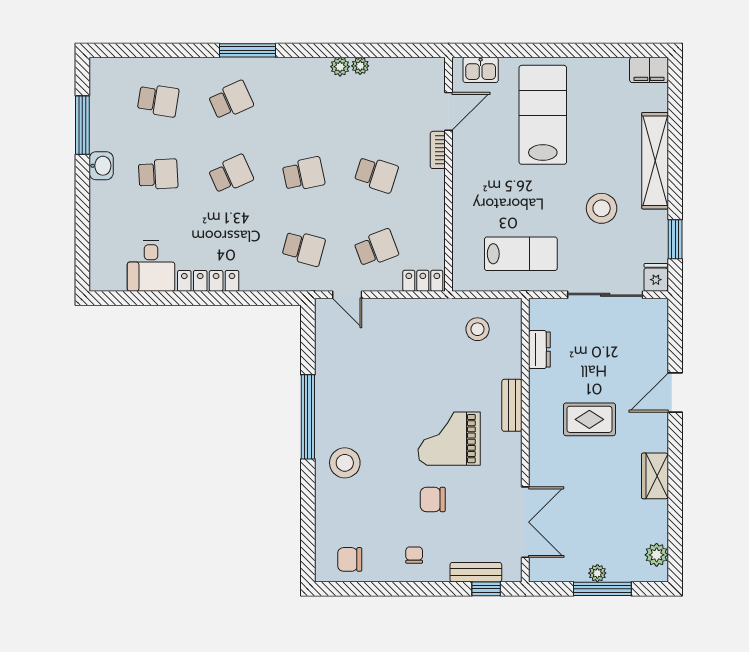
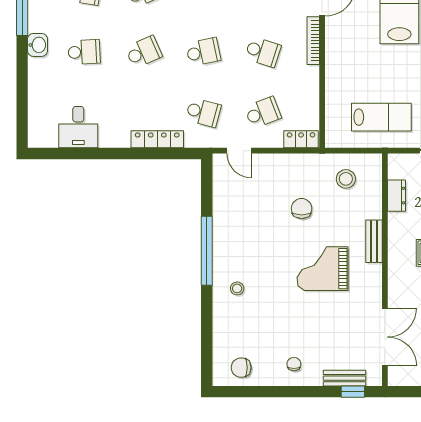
bookcase: (438, 150) -> (313, 41), width x1.56
locker: (208, 281) -> (157, 139), moved
stool: (345, 463) -> (237, 288), width x0.53, depth x0.53
chair: (433, 499) -> (302, 208), moved, turned 90

